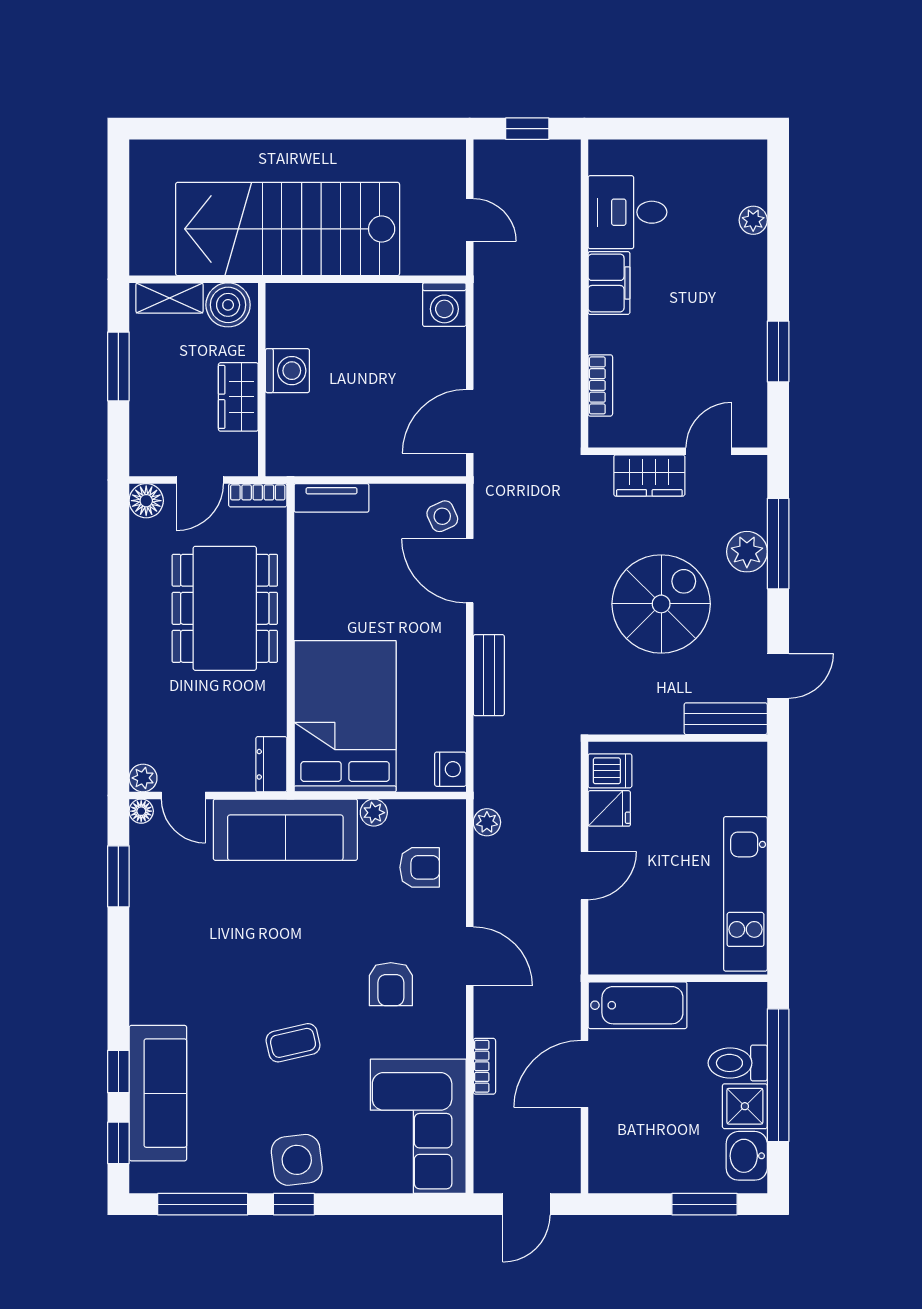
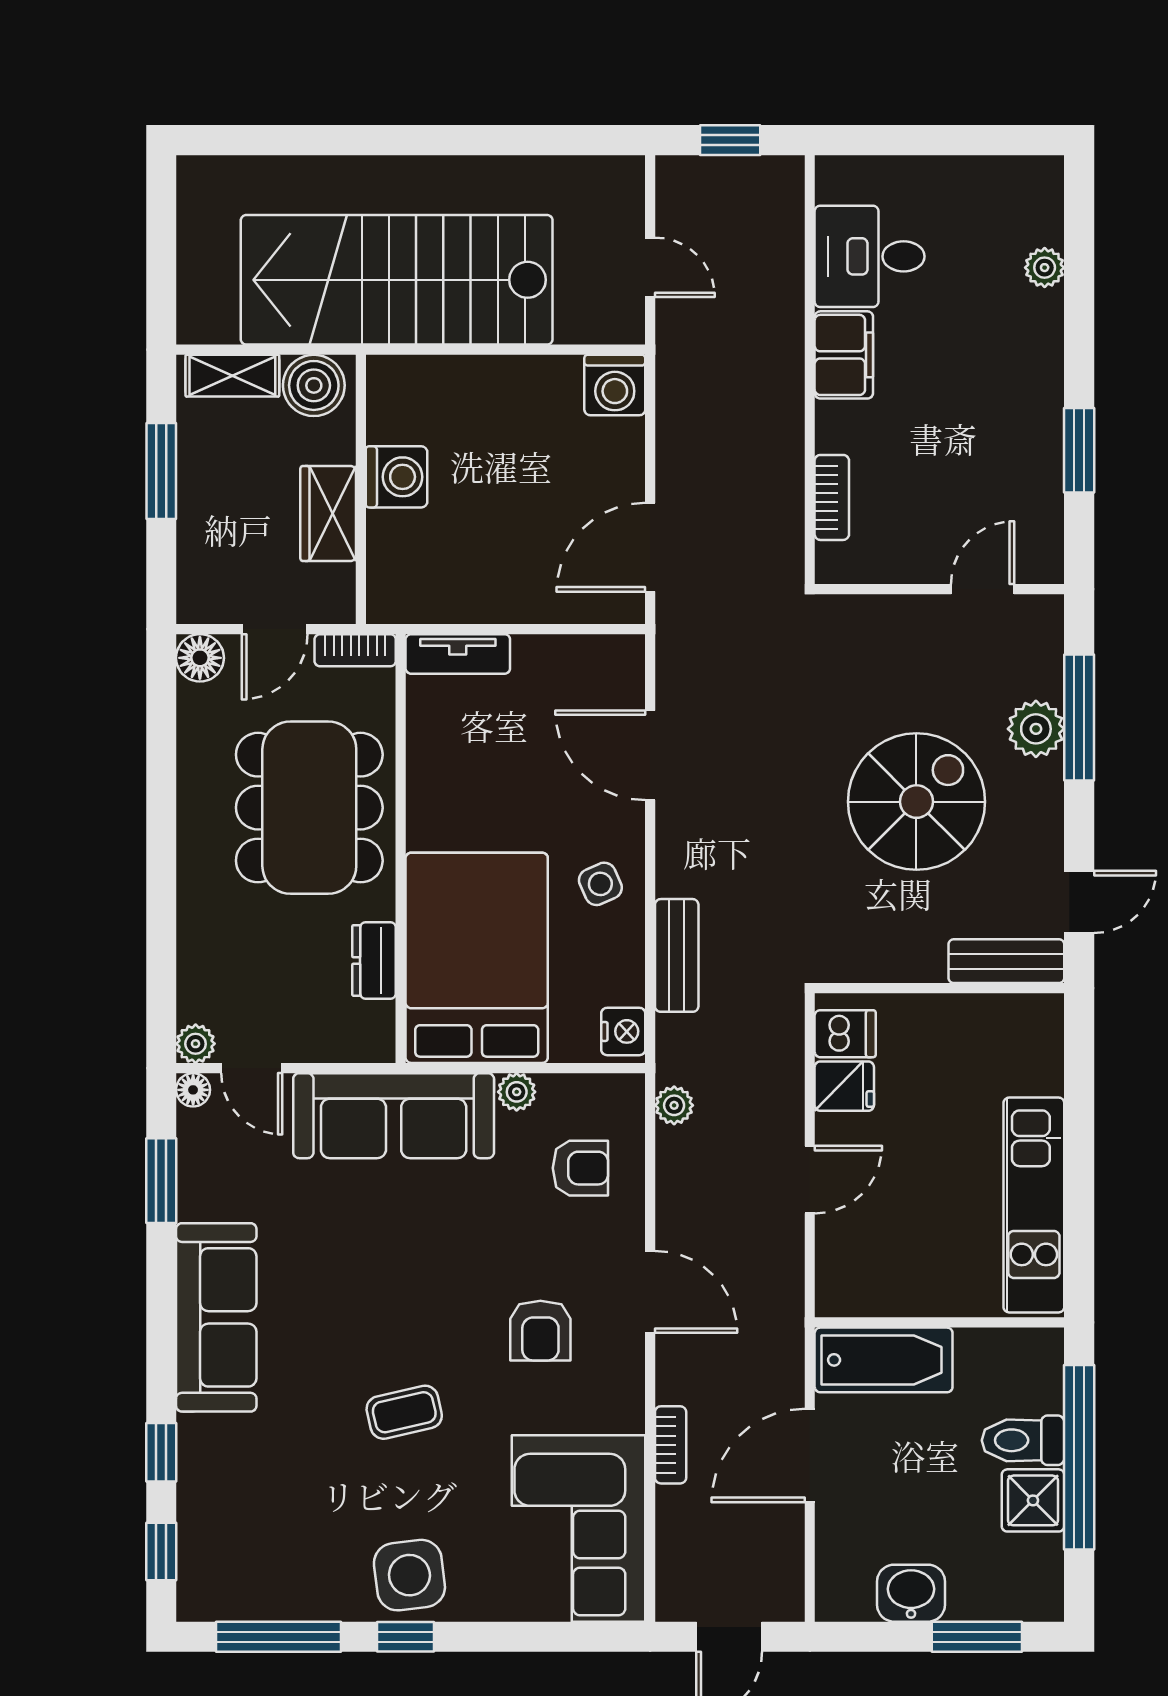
wardrobe: (649, 476) -> (900, 623), removed
side table: (442, 516) -> (600, 884), moved
bench: (489, 675) -> (677, 955), moved
dresser: (271, 764) -> (374, 960), moved
sofa: (158, 1093) -> (216, 1317), moved
washbasin: (747, 1156) -> (911, 1593), moved, turned 90

